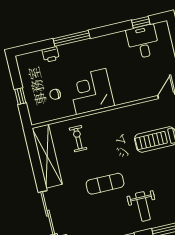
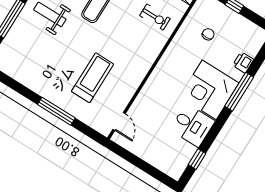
desk: (143, 42) -> (192, 125), moved
corner desk: (91, 91) -> (209, 90), moved, turned 180

